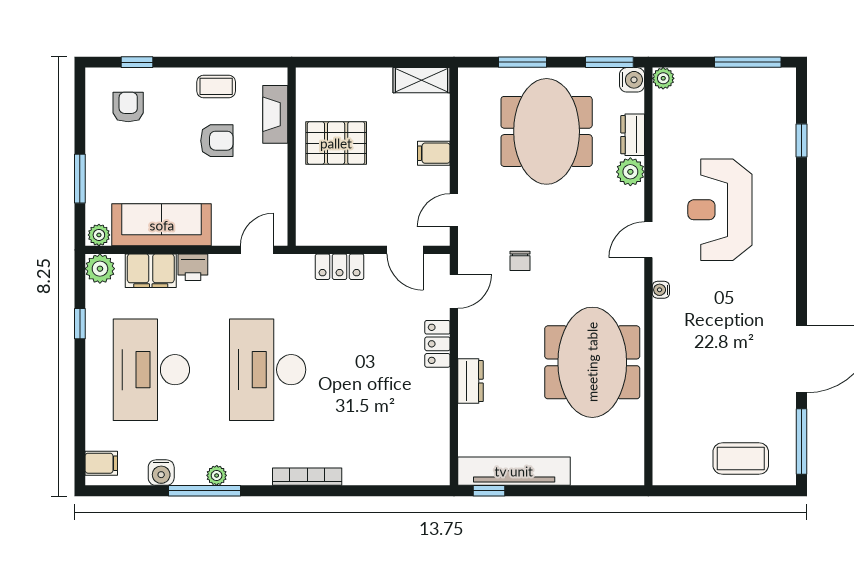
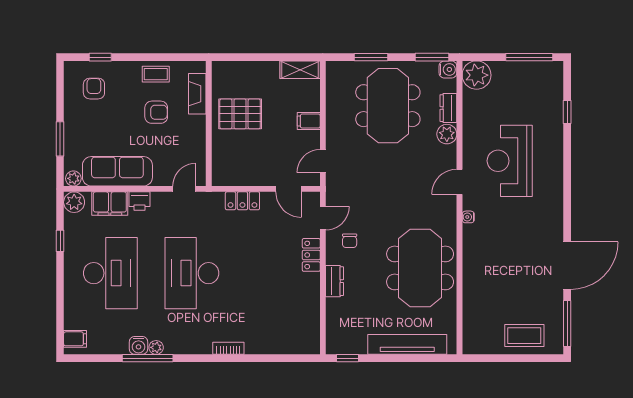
plant: (663, 78) -> (477, 75), width x1.88, depth x1.88
chair: (520, 261) -> (350, 241), moved
desk: (151, 370) -> (110, 273), turned 180
tv unit: (514, 471) -> (407, 344), moved
water cooler: (161, 473) -> (139, 345), moved
bookcase: (307, 477) -> (228, 348), width x0.64

